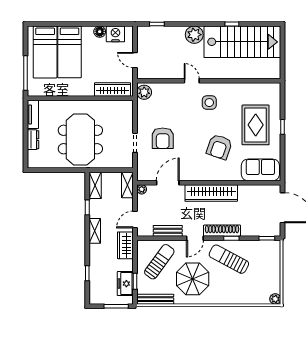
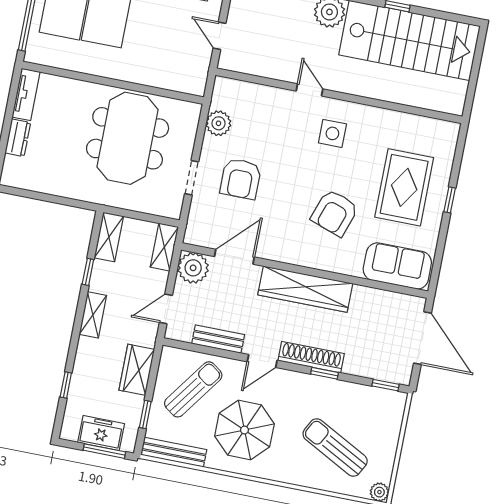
wardrobe: (113, 90) -> (171, 79), removed
plant: (144, 92) -> (218, 123), moved
meeting table: (80, 140) -> (128, 138), moved
plant: (142, 189) -> (193, 268), width x1.87, depth x1.87
wardrobe: (125, 245) -> (137, 370), moved
sun lounger: (229, 259) -> (335, 447), moved
freezer: (125, 284) -> (101, 433), moved, turned 90

